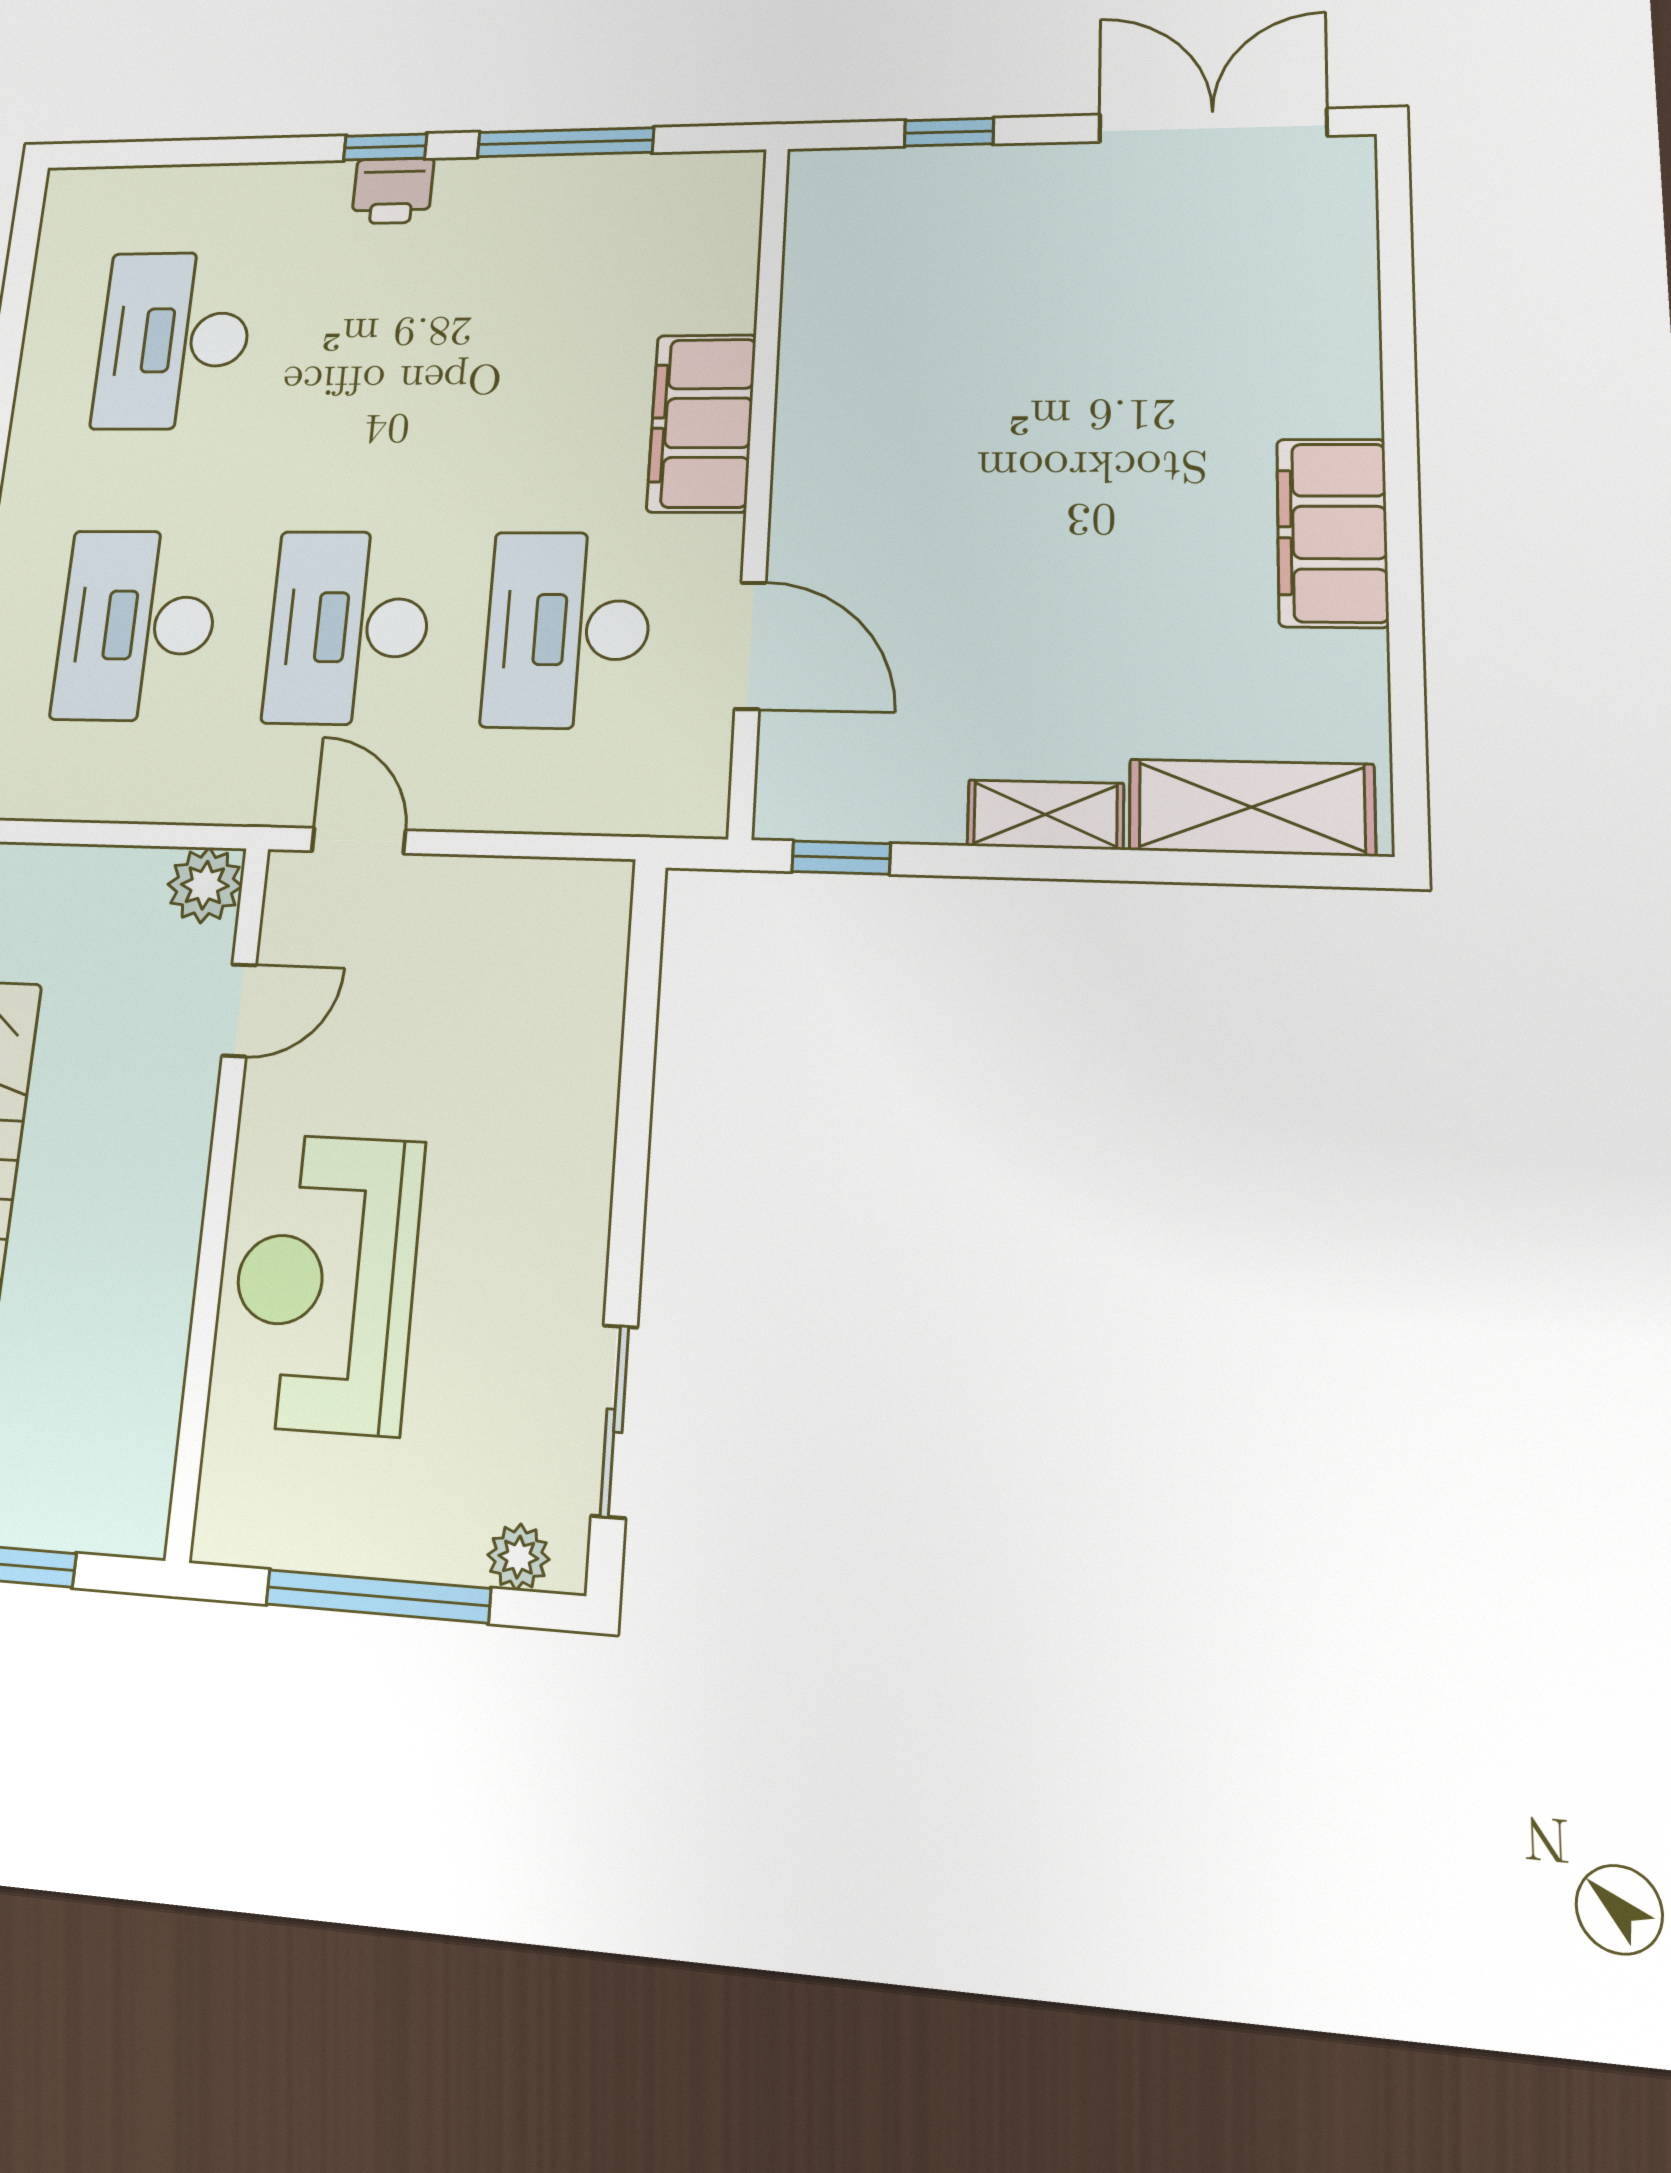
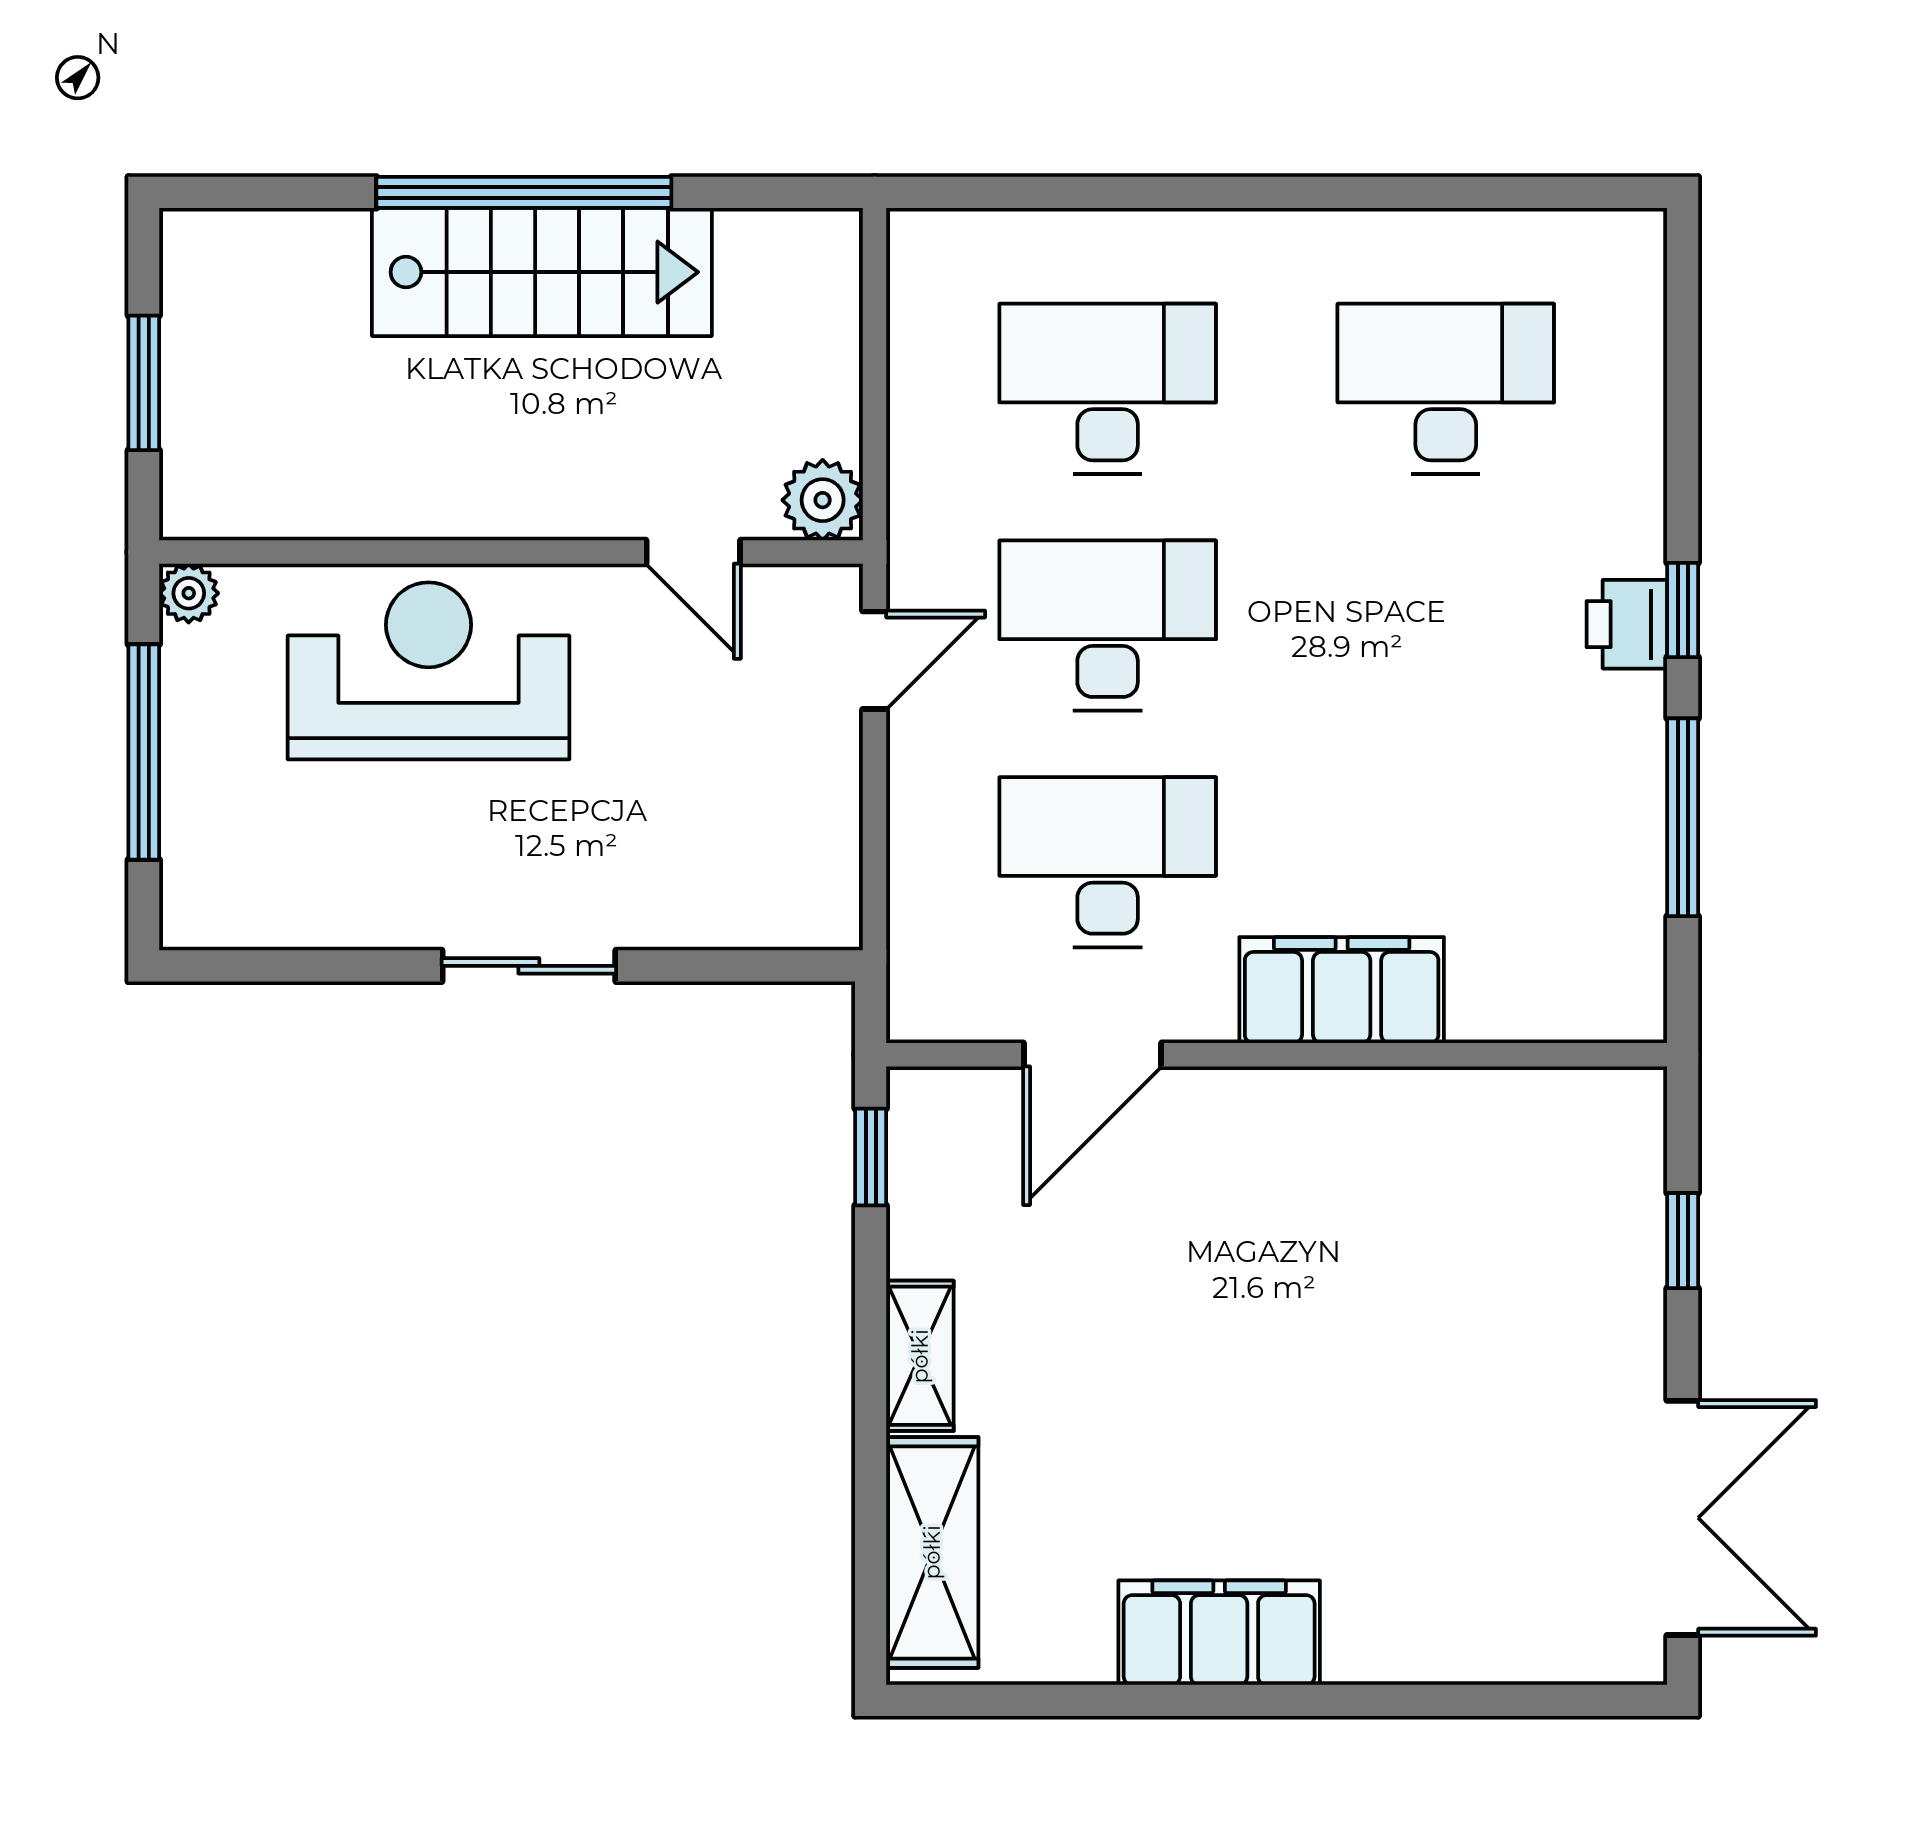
sliding door: (614, 1421) -> (529, 966), moved
plant: (518, 1557) -> (189, 593), moved

